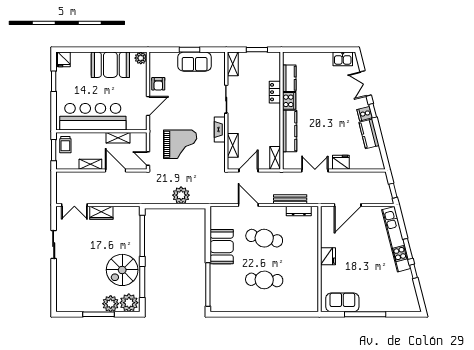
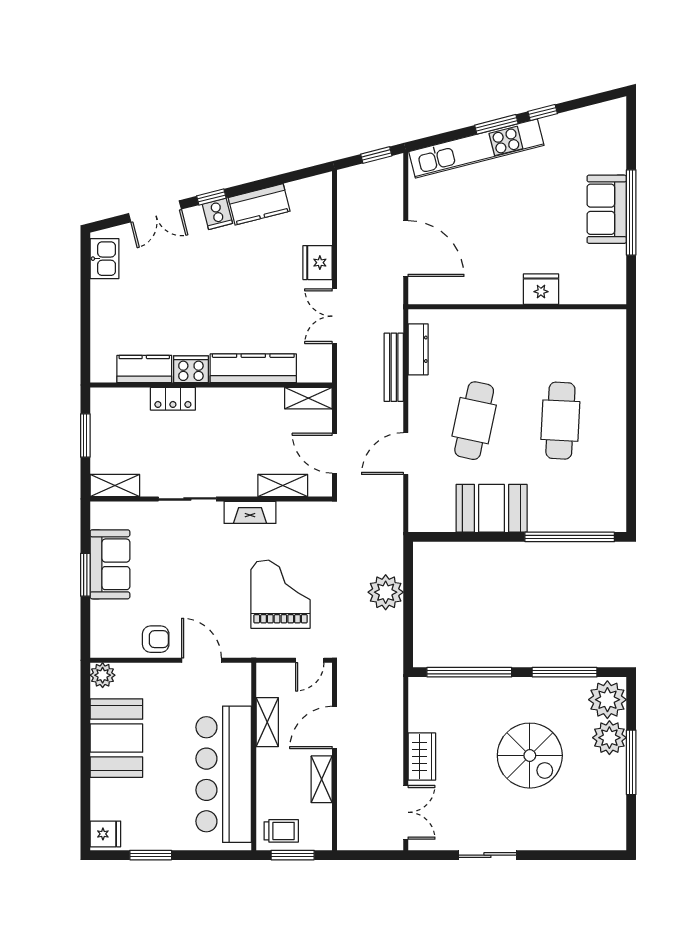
fridge: (328, 256) -> (541, 289), moved
spiral stairs: (122, 270) -> (530, 756), moved
sofa: (342, 302) -> (607, 209), moved

